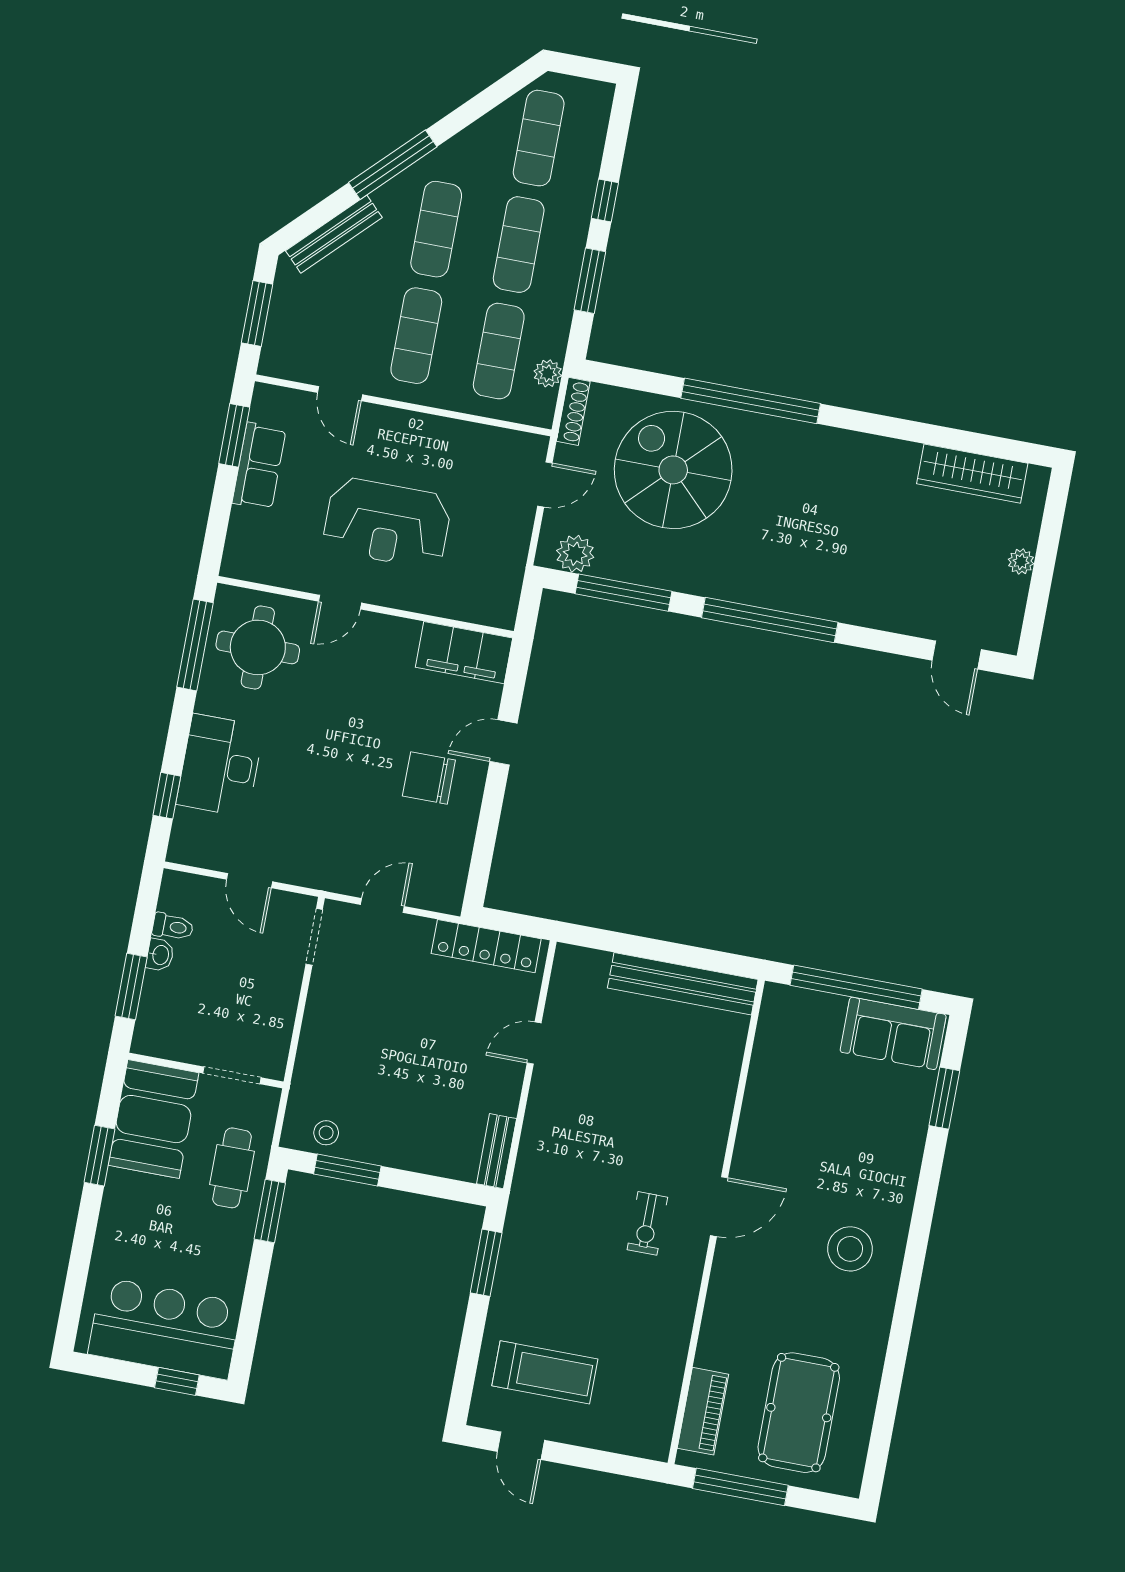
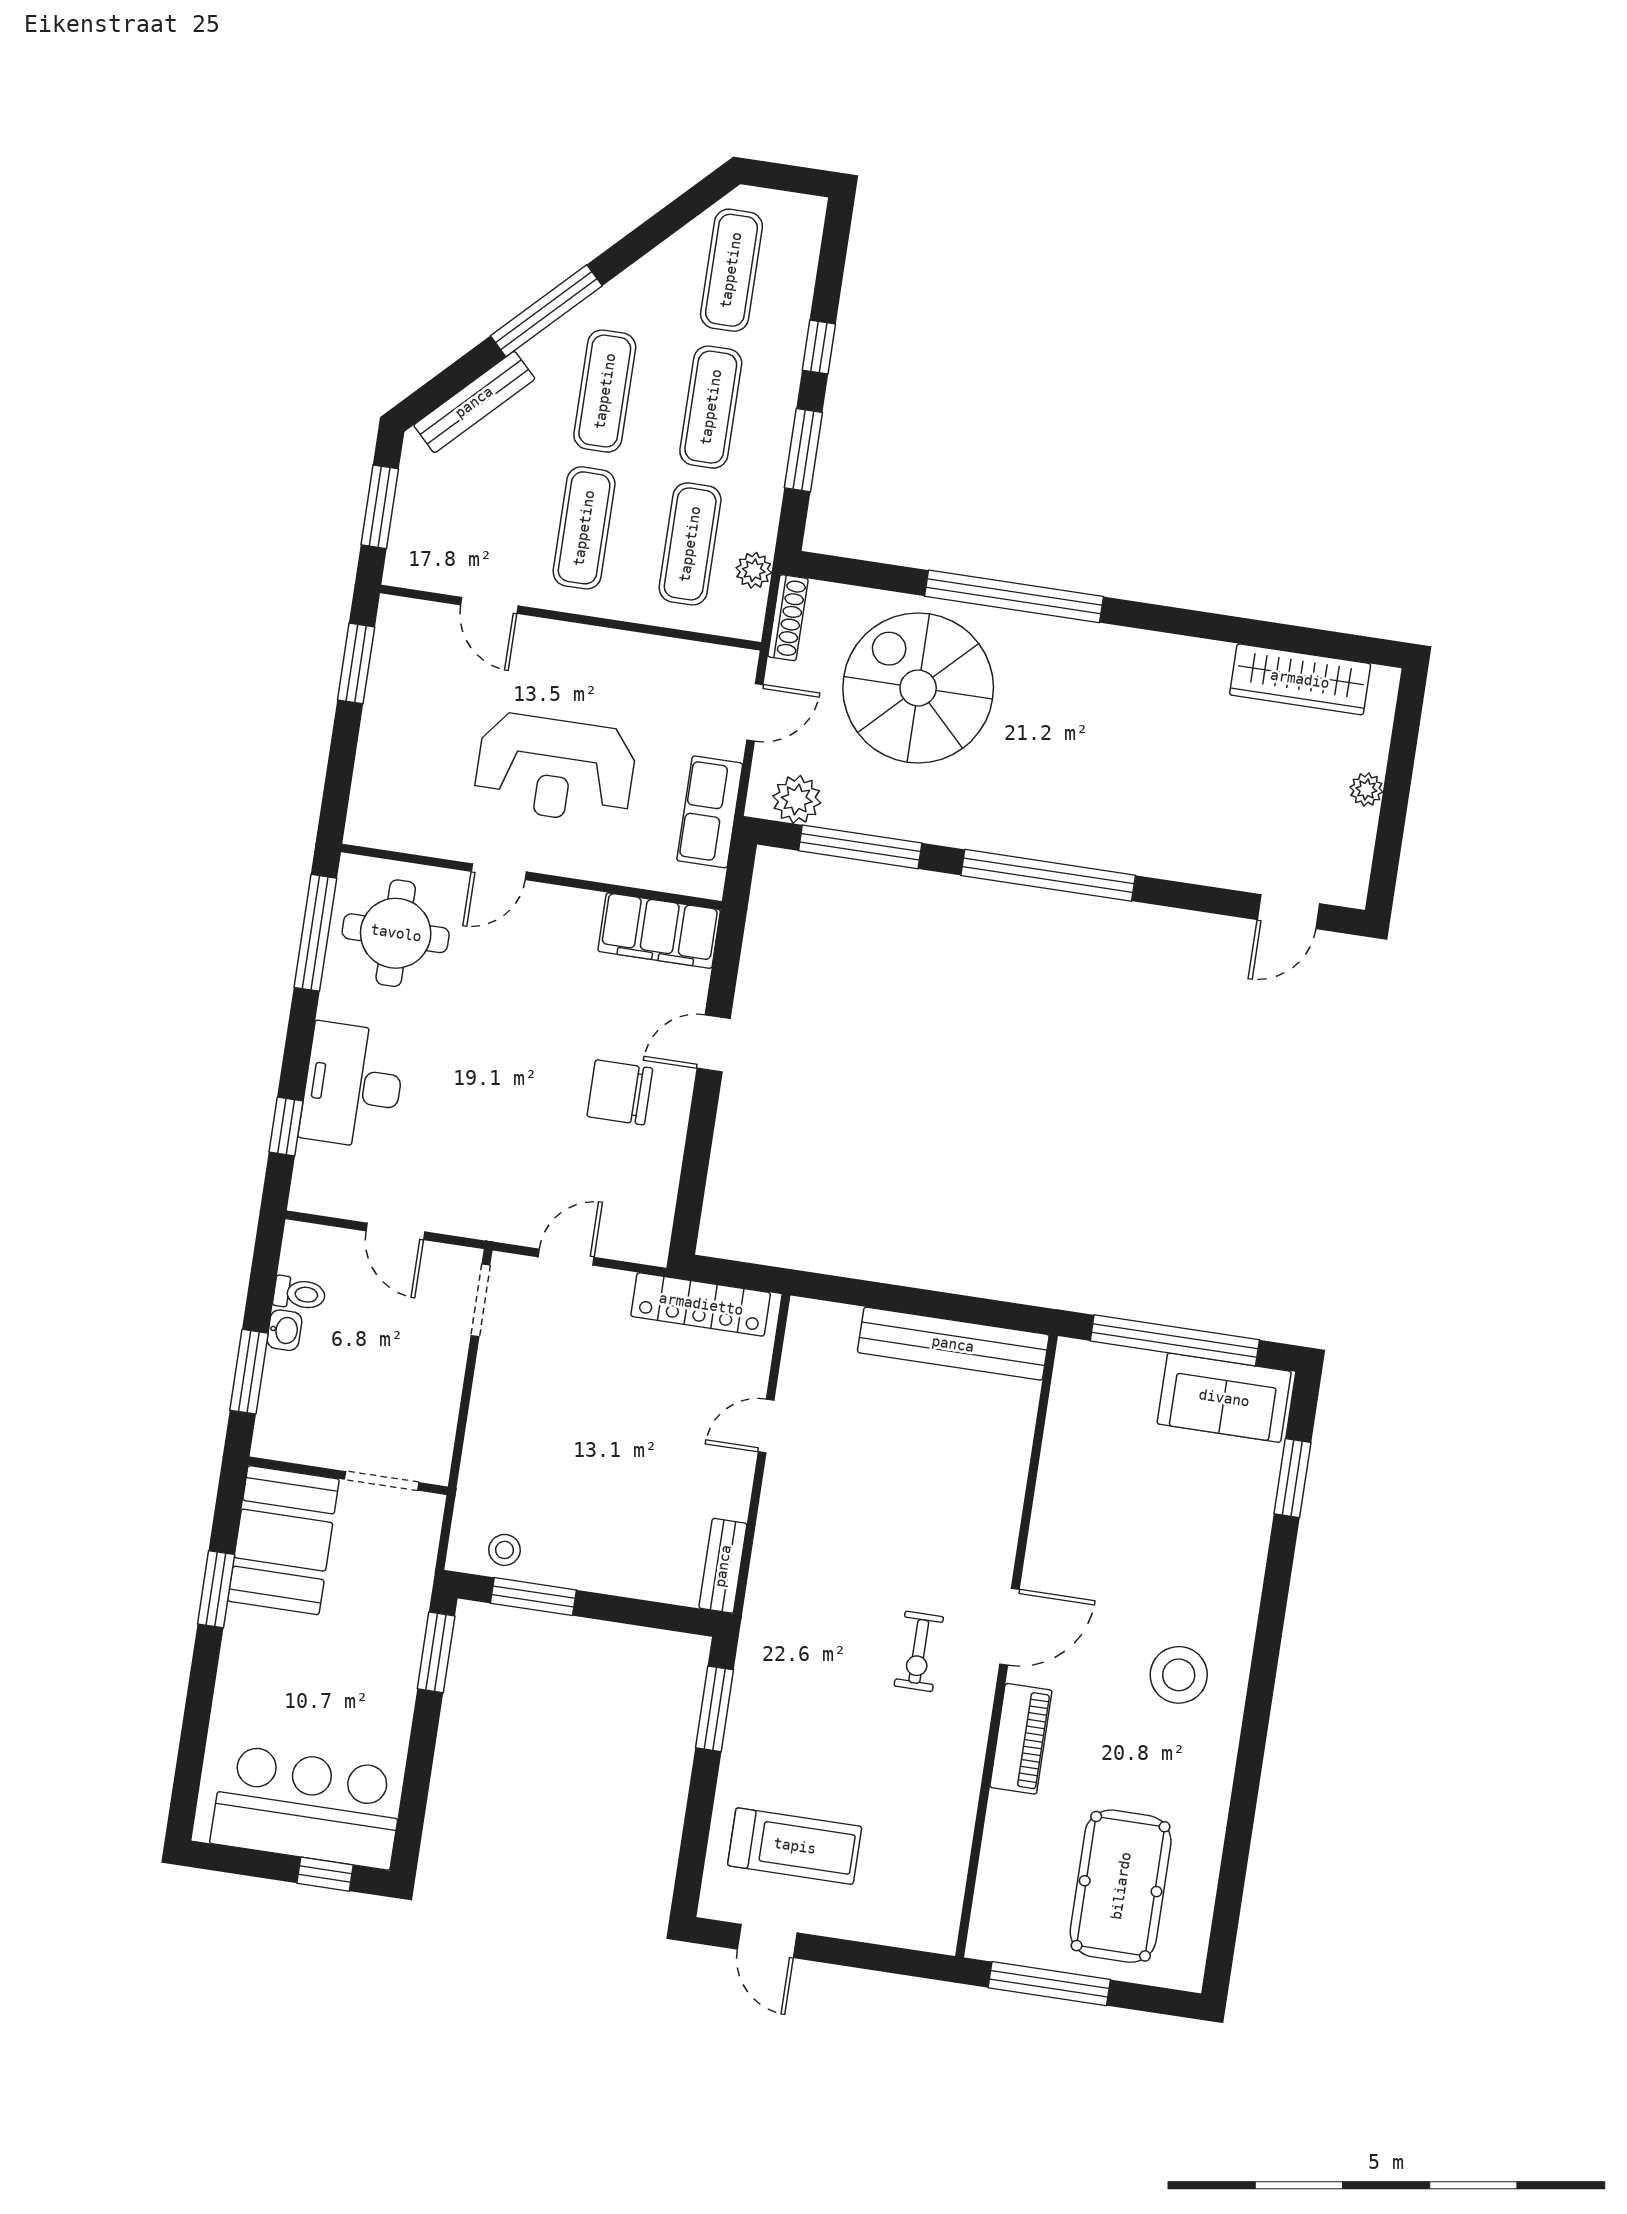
row of seats: (259, 466) -> (710, 812), moved, turned 180
door: (957, 655) -> (1288, 912), hinge flipped
cafe table: (232, 1168) -> (386, 1599), removed
piano: (703, 1411) -> (1021, 1739), moved

